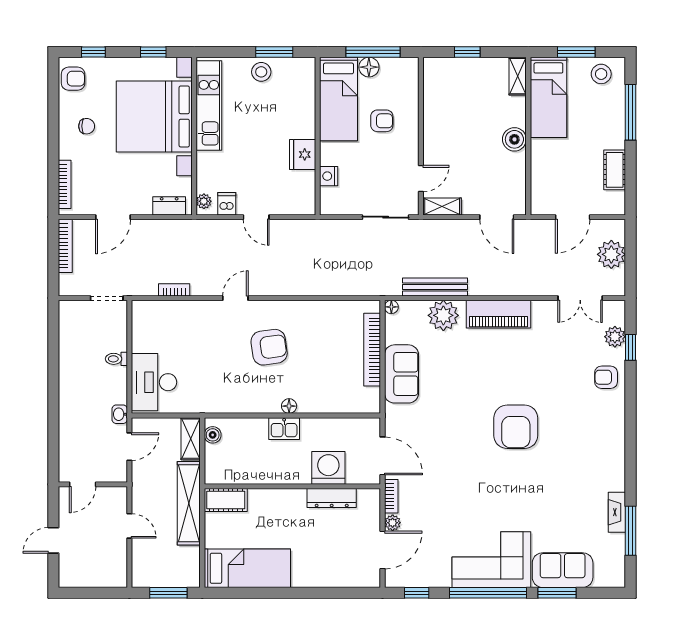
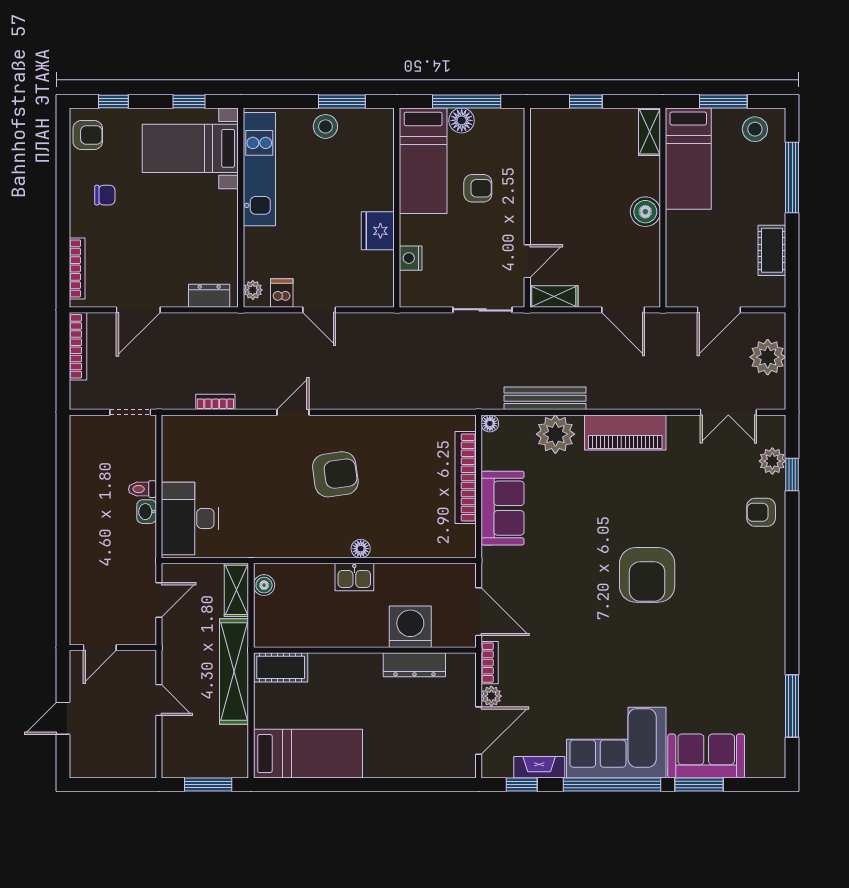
bed with nightstands: (154, 116) -> (190, 148), width x0.54
washbasin: (120, 414) -> (147, 512), moved
fireplace: (617, 512) -> (539, 767), moved, turned 90

